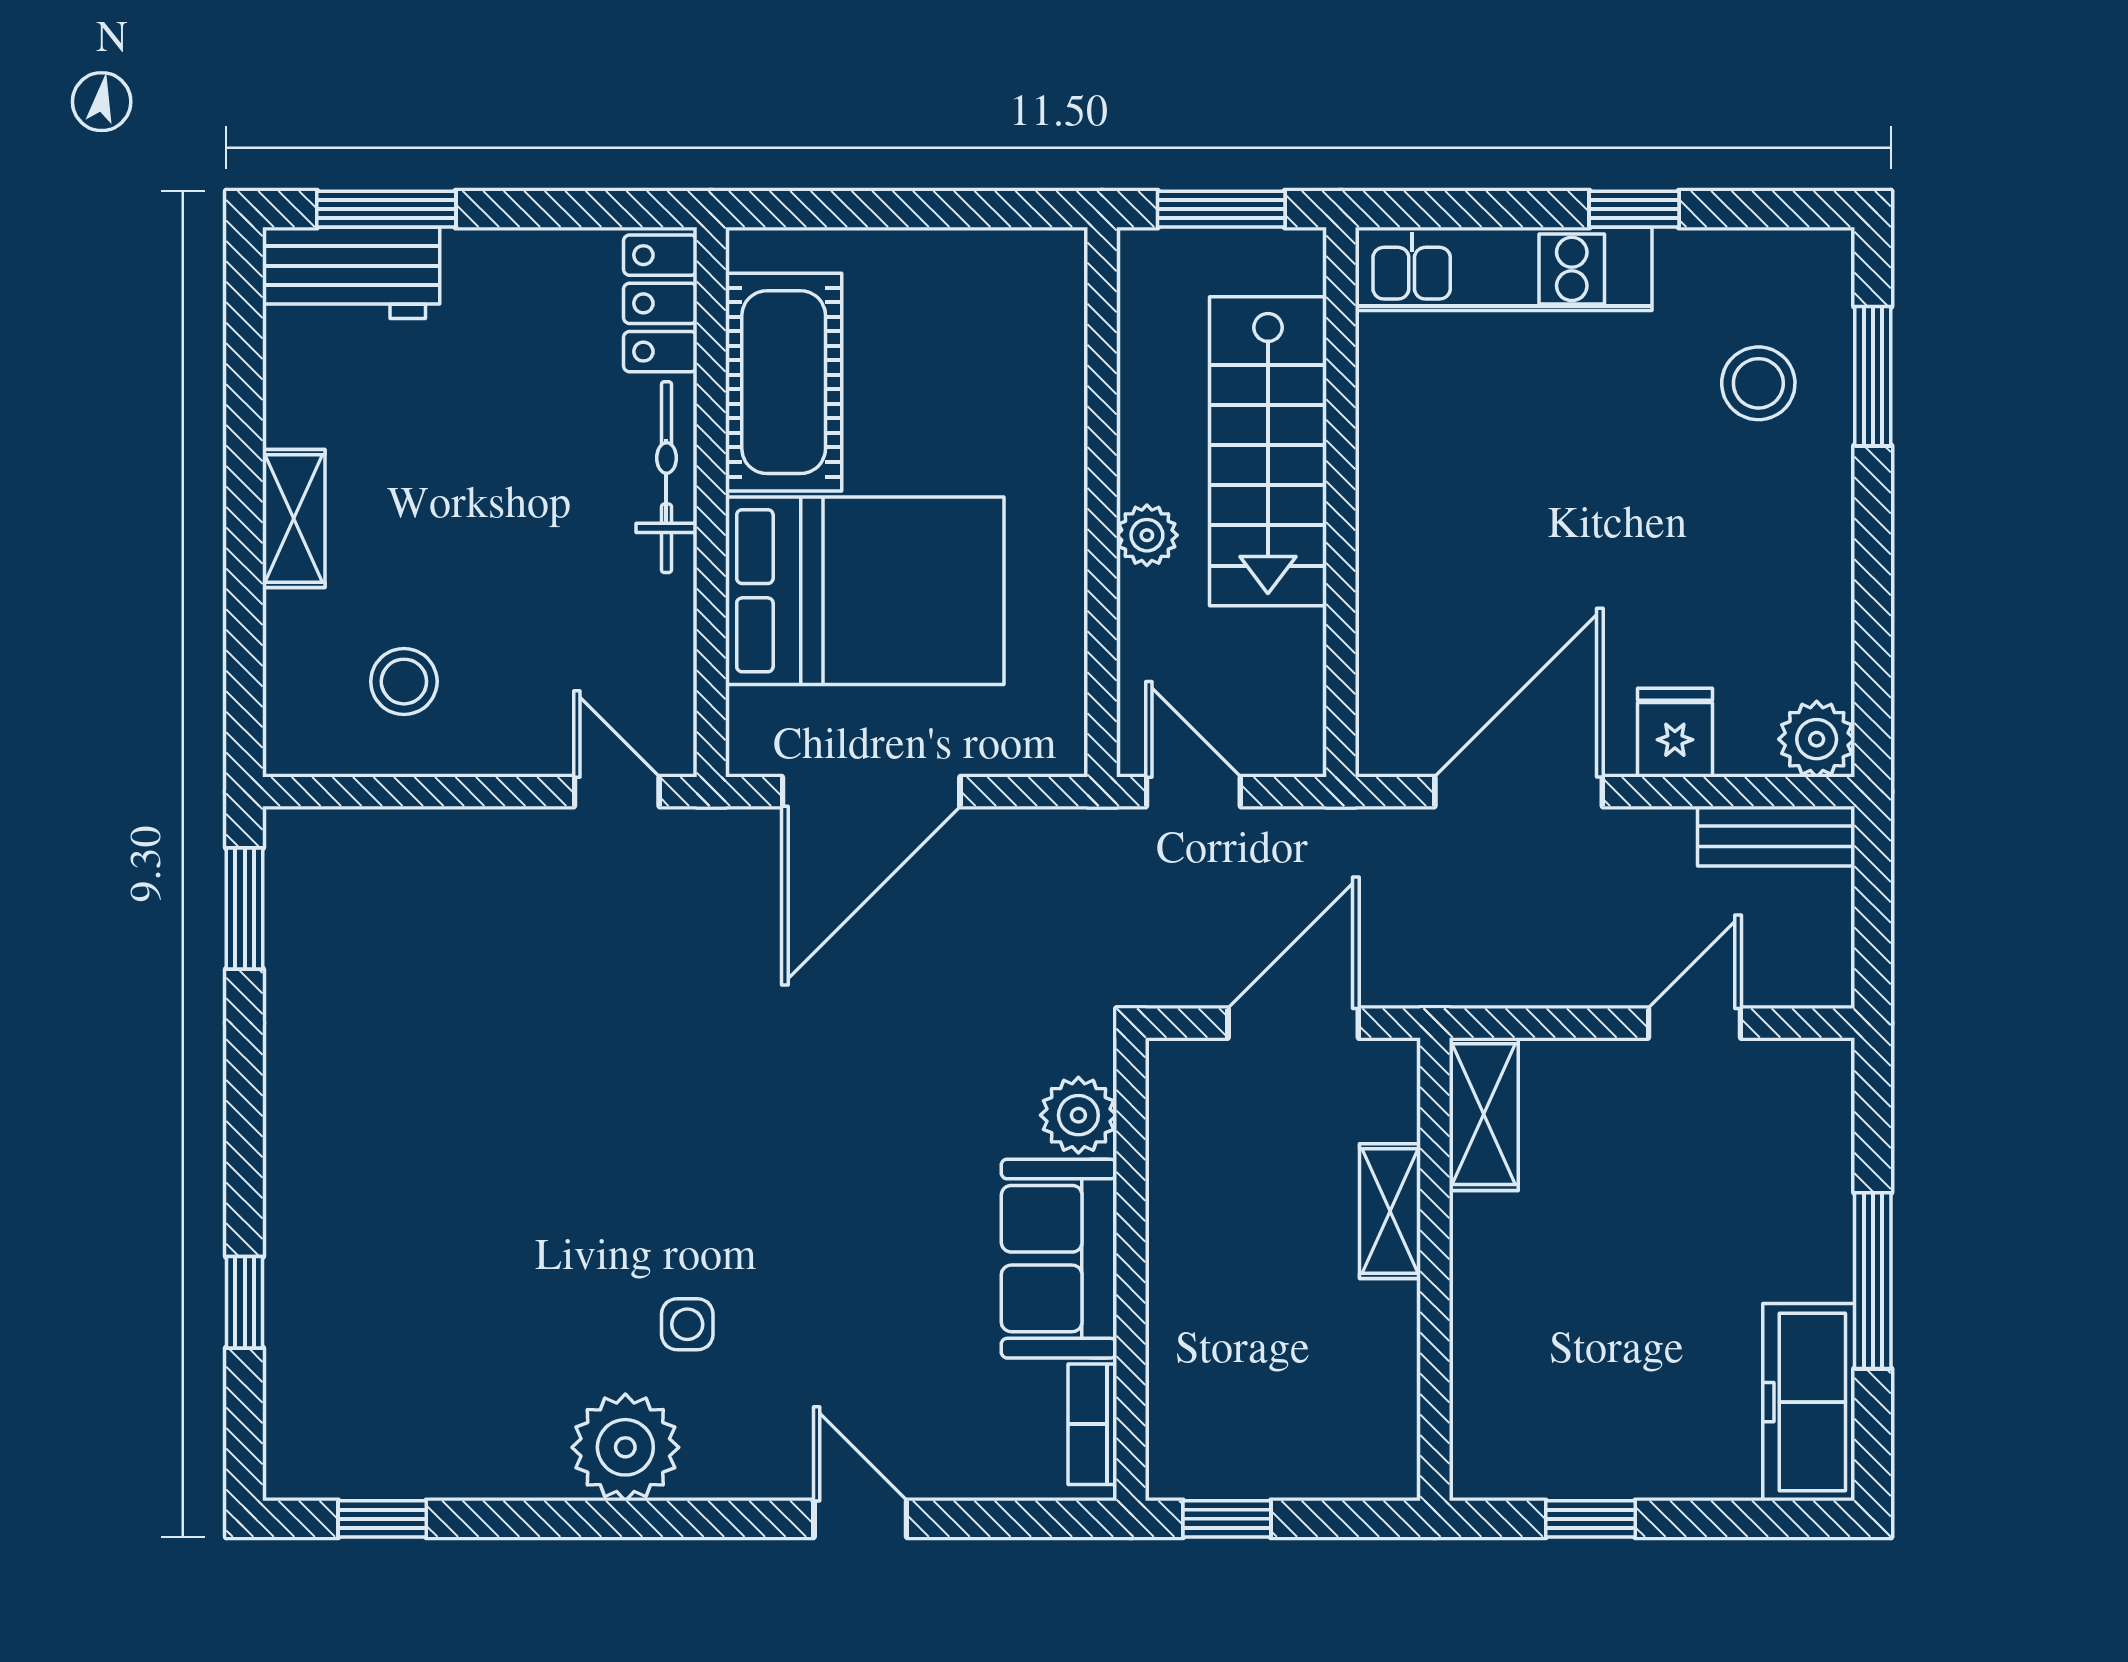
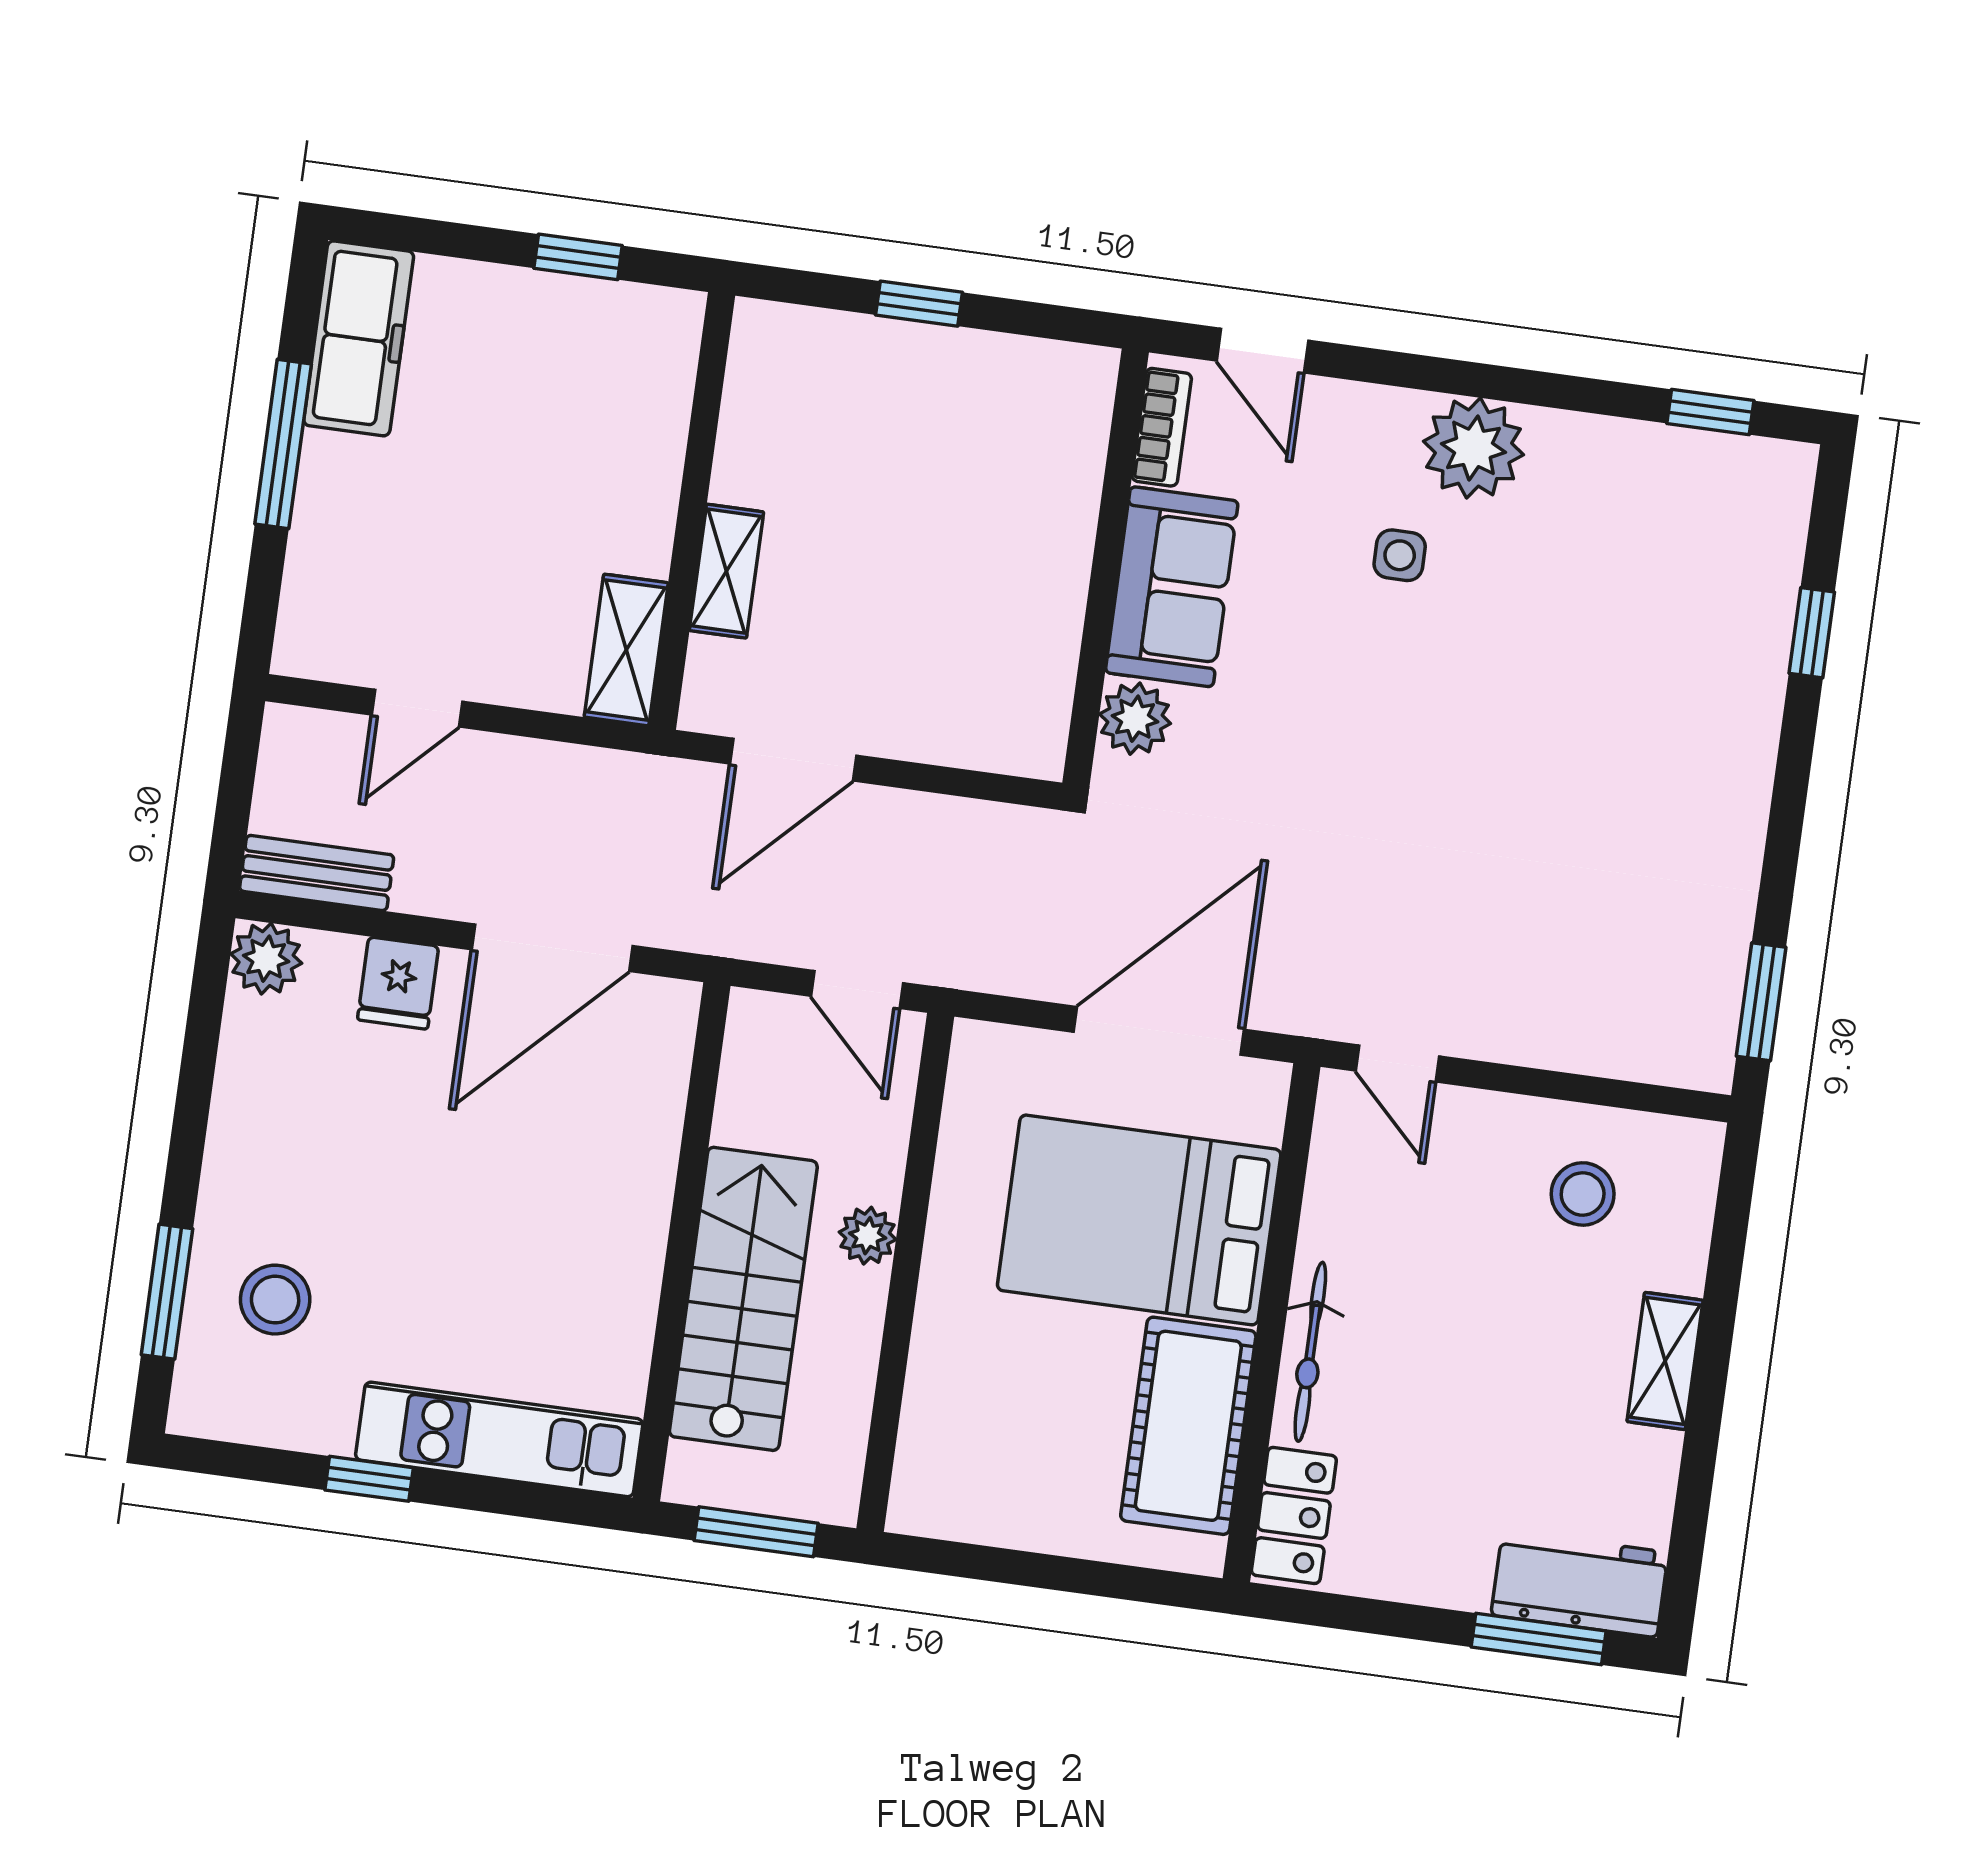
plant: (1078, 1115) -> (1135, 719), moved
sofa: (1059, 1259) -> (1172, 587), moved
wall: (1131, 1269) -> (1106, 568), moved
bookcase: (1092, 1424) -> (1162, 427), moved

